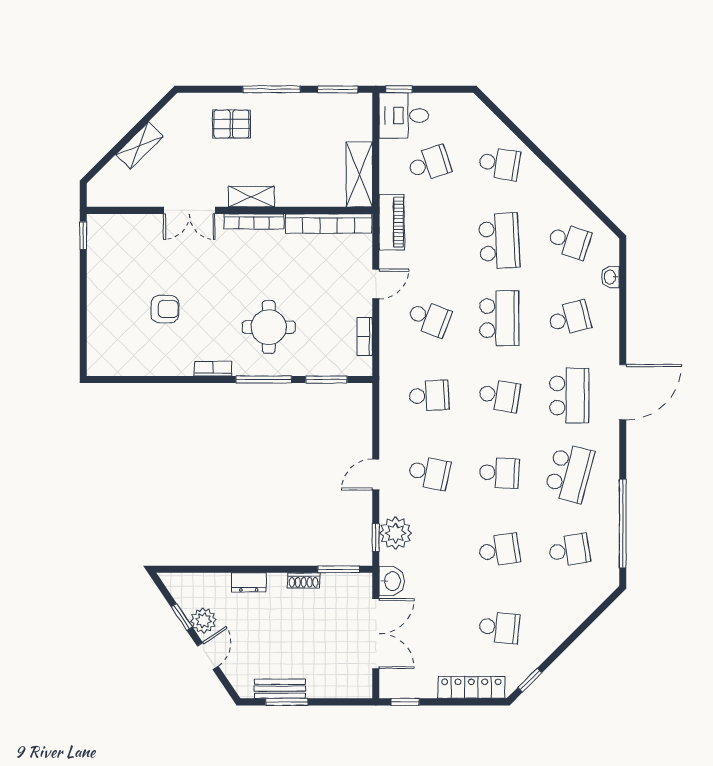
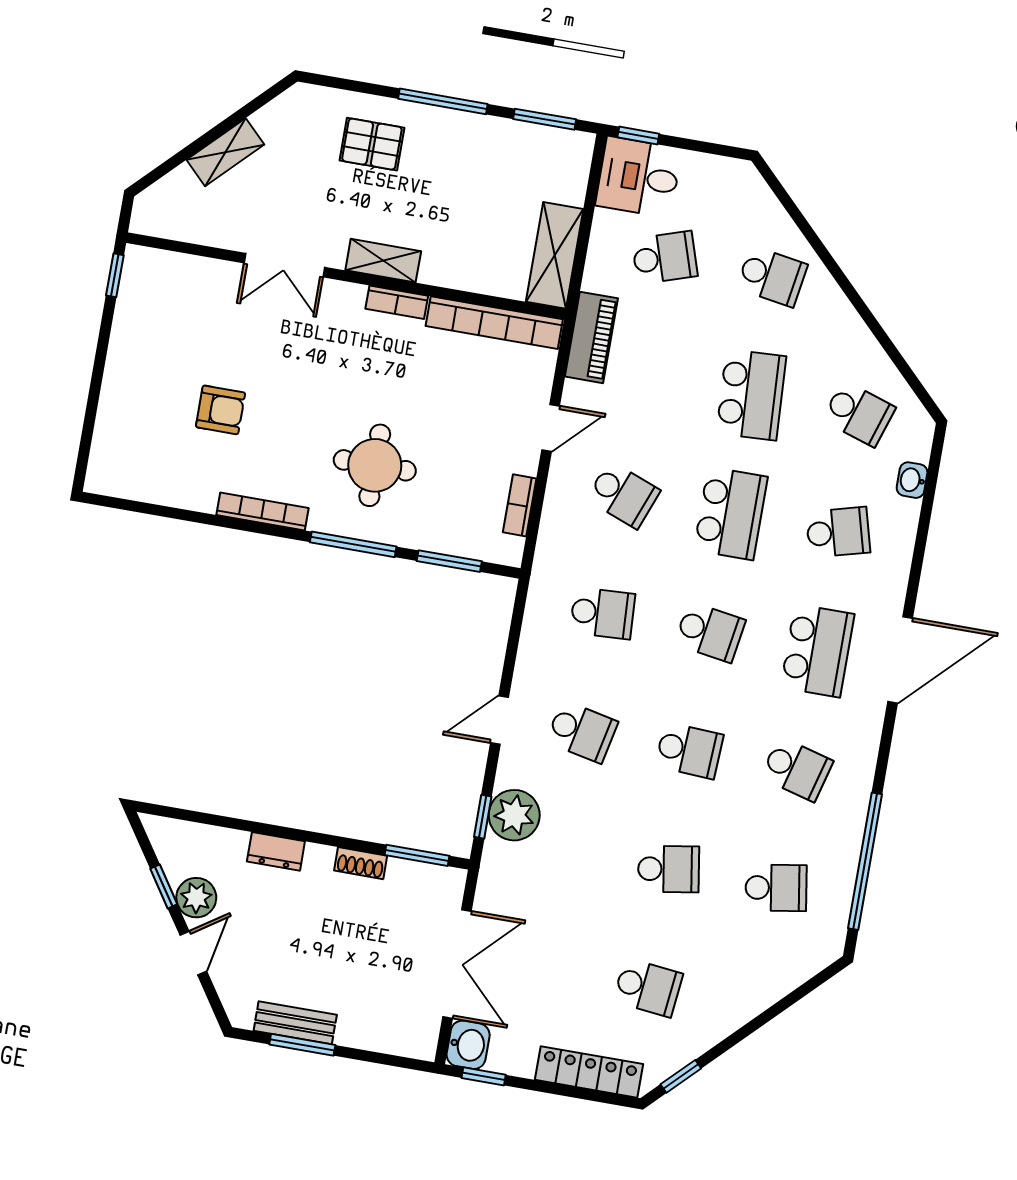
bookcase: (254, 221) -> (397, 302), width x0.64
bookcase: (213, 369) -> (263, 512), width x1.56
school desk: (569, 473) -> (797, 769), width x0.54
washbasin: (392, 581) -> (468, 1045), moved

